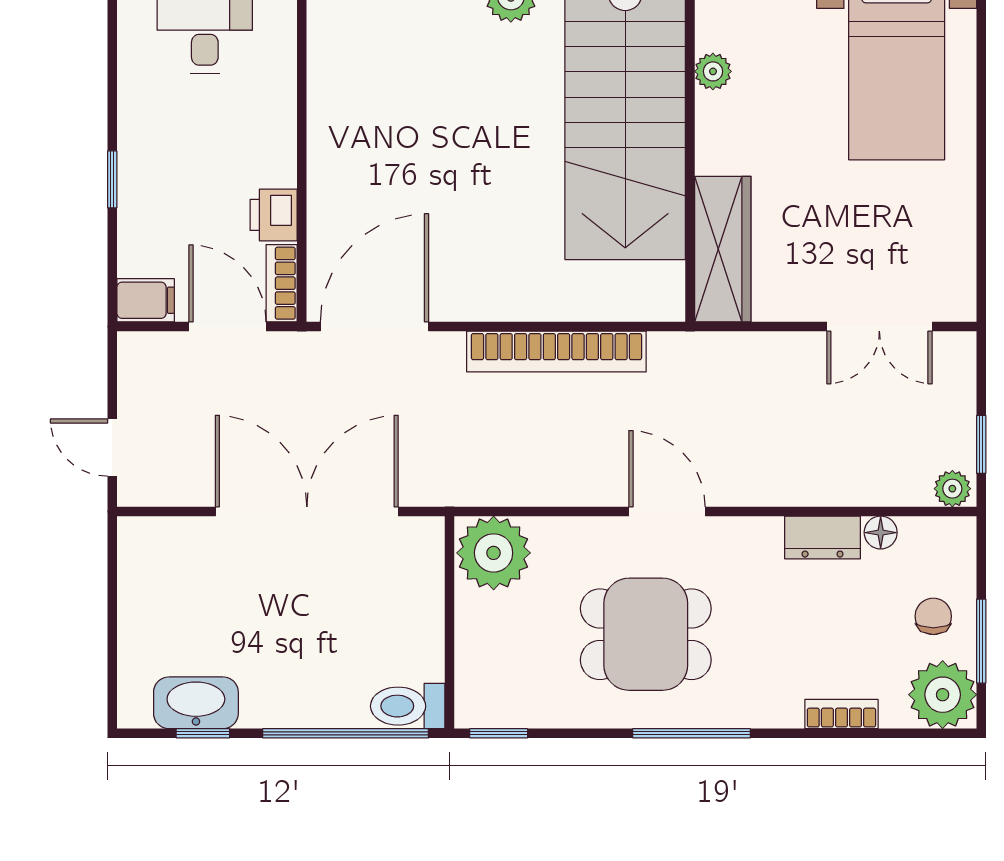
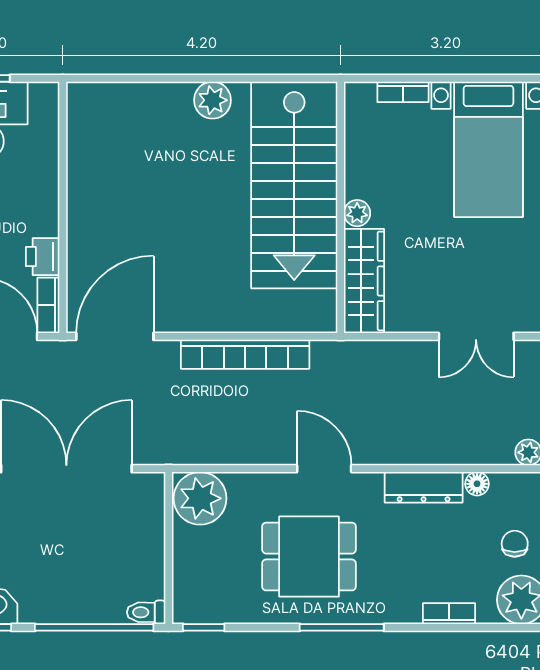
plant: (713, 71) -> (357, 213), moved
dresser: (823, 537) -> (424, 487), width x1.44
toilet: (408, 706) -> (146, 612), width x0.73, depth x0.72

